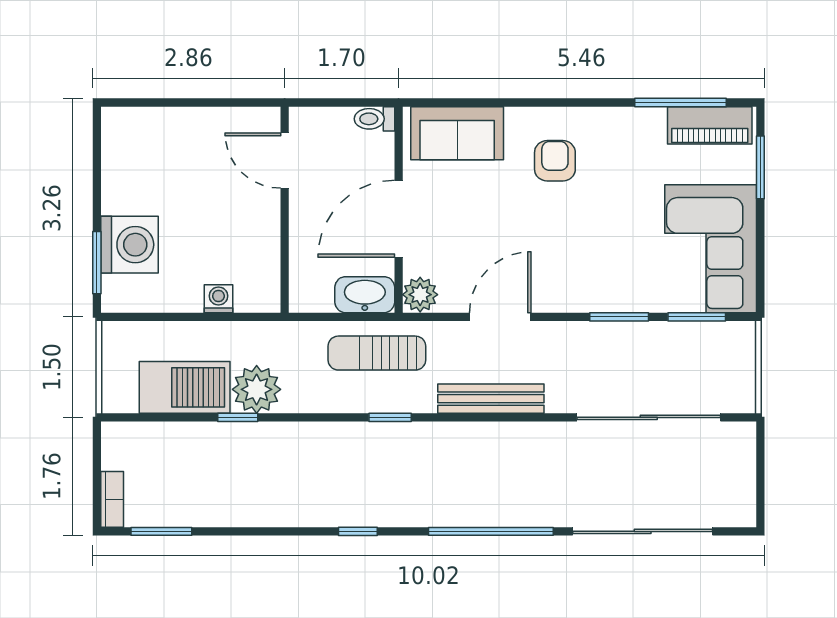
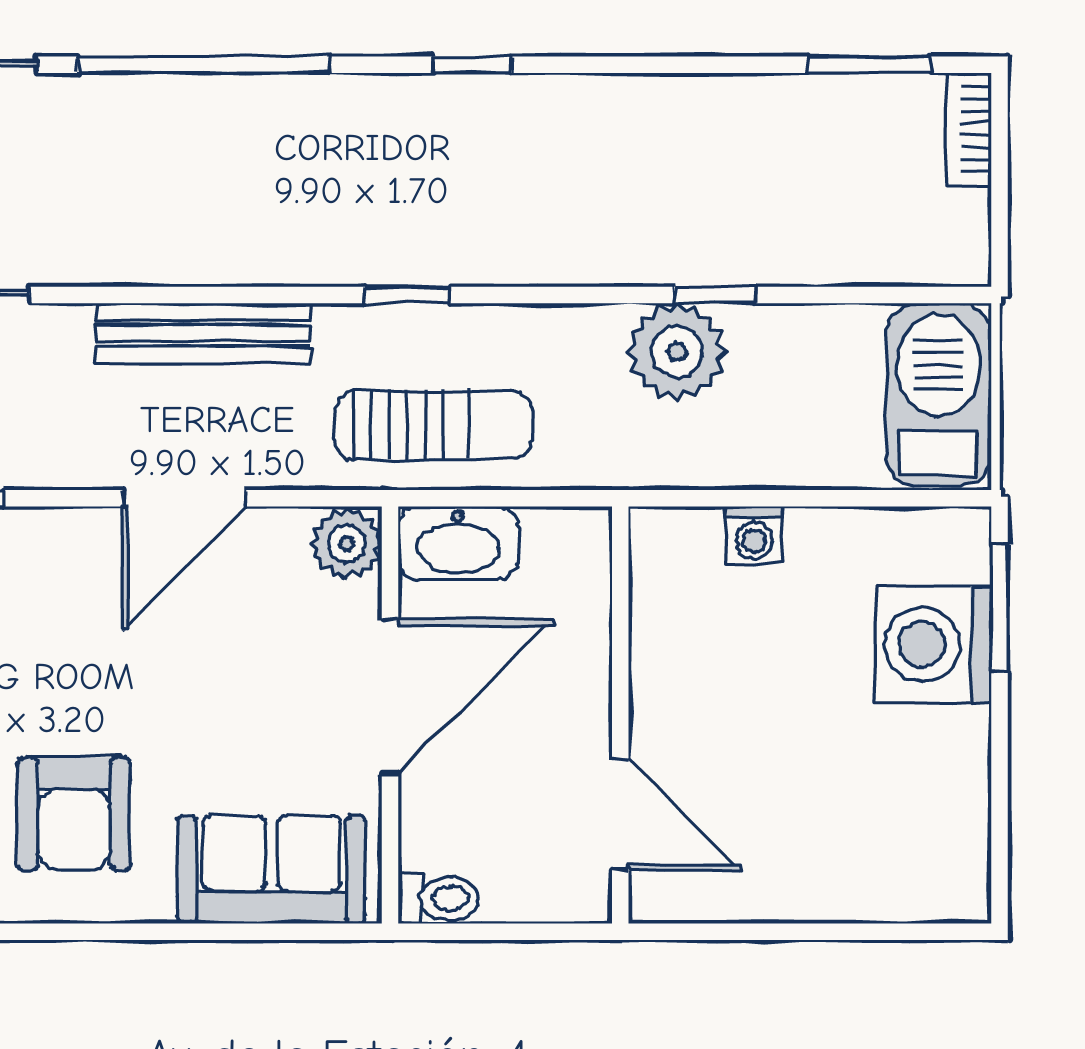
armchair: (555, 161) -> (74, 814), width x1.38, depth x1.38
barbecue: (185, 387) -> (939, 395), moved, turned 90

